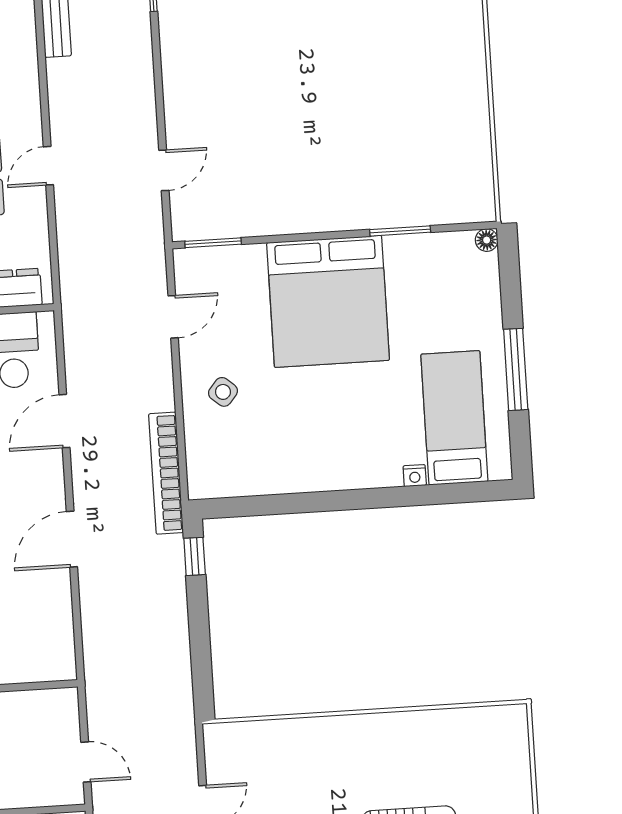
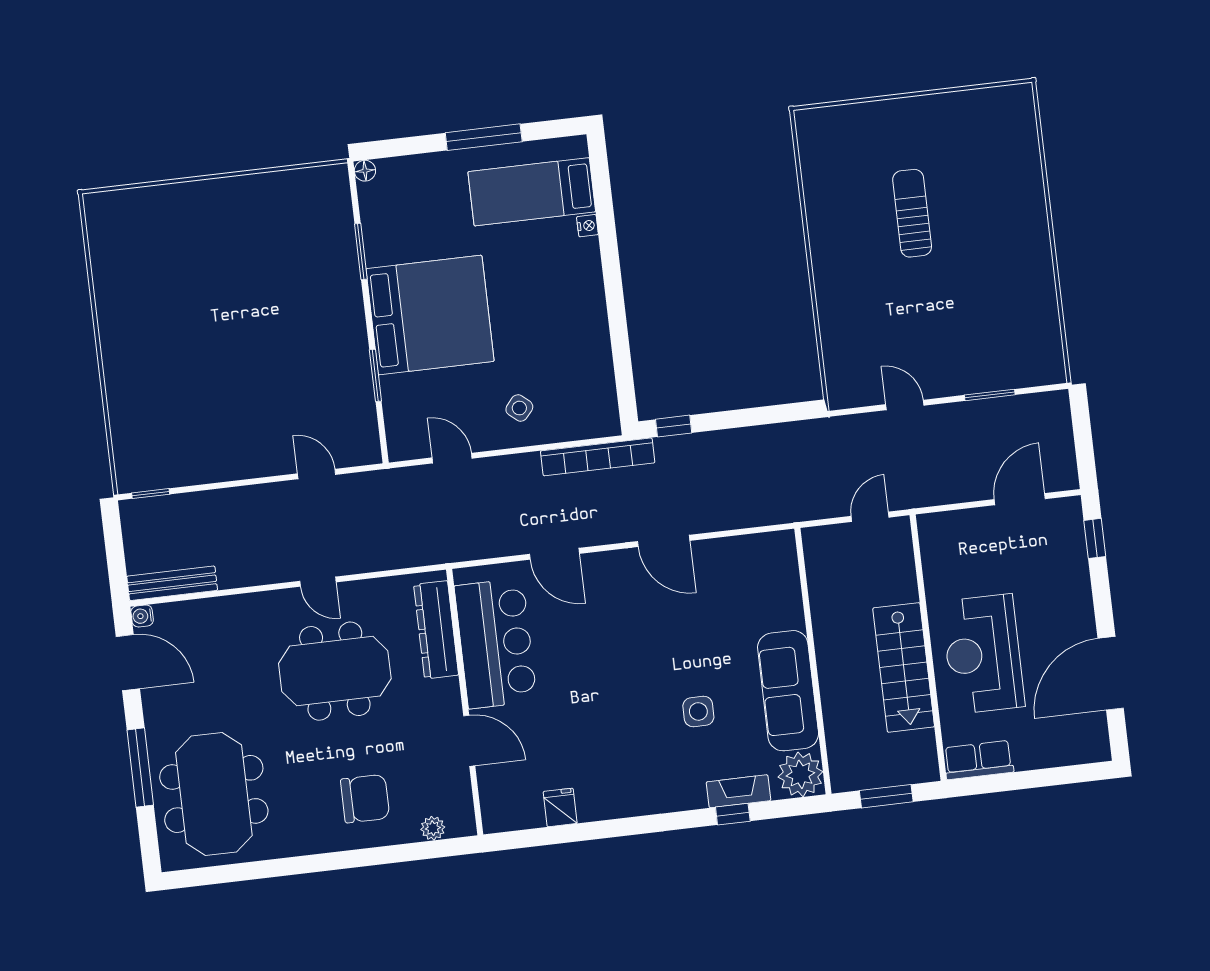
window: (213, 243) -> (375, 375), moved

